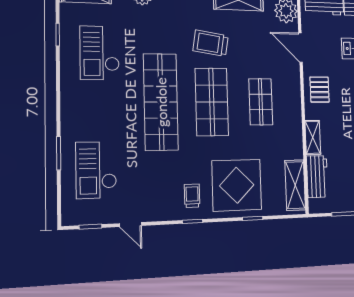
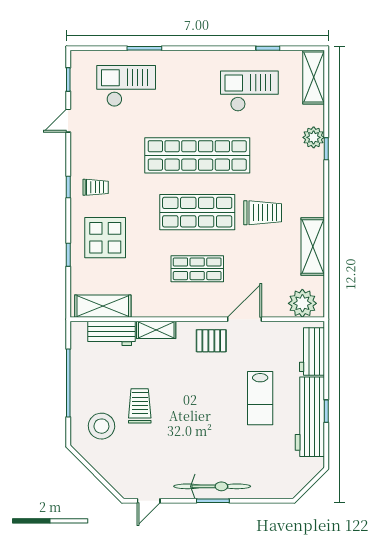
trolley: (211, 43) -> (263, 213), turned 81
door: (300, 48) -> (245, 319), moved
display table: (237, 185) -> (105, 238), width x0.73, depth x0.73

